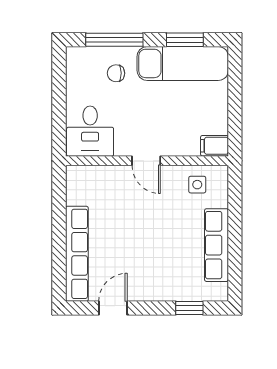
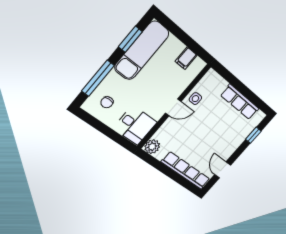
chair: (116, 73) -> (107, 102), moved
filing cabinet: (214, 146) -> (186, 58), moved
plant: (78, 177) -> (152, 147), added
side table: (197, 185) -> (195, 99), moved

